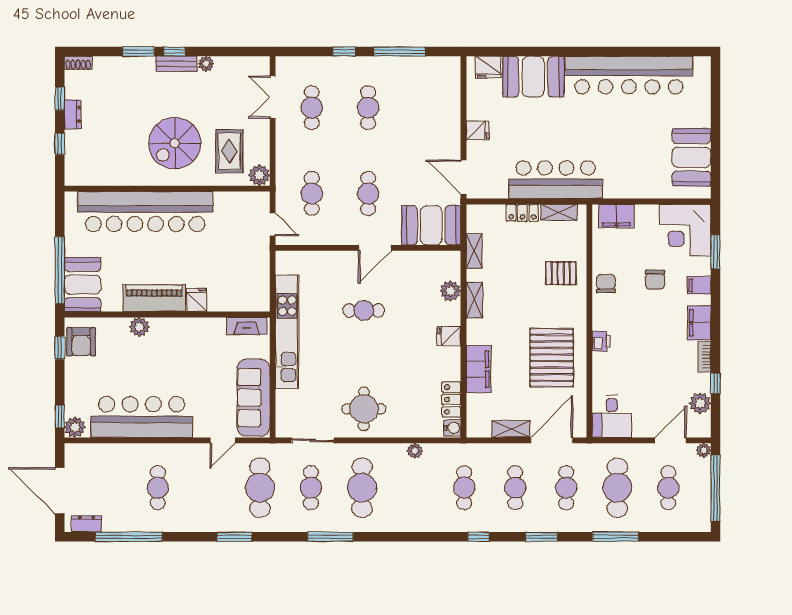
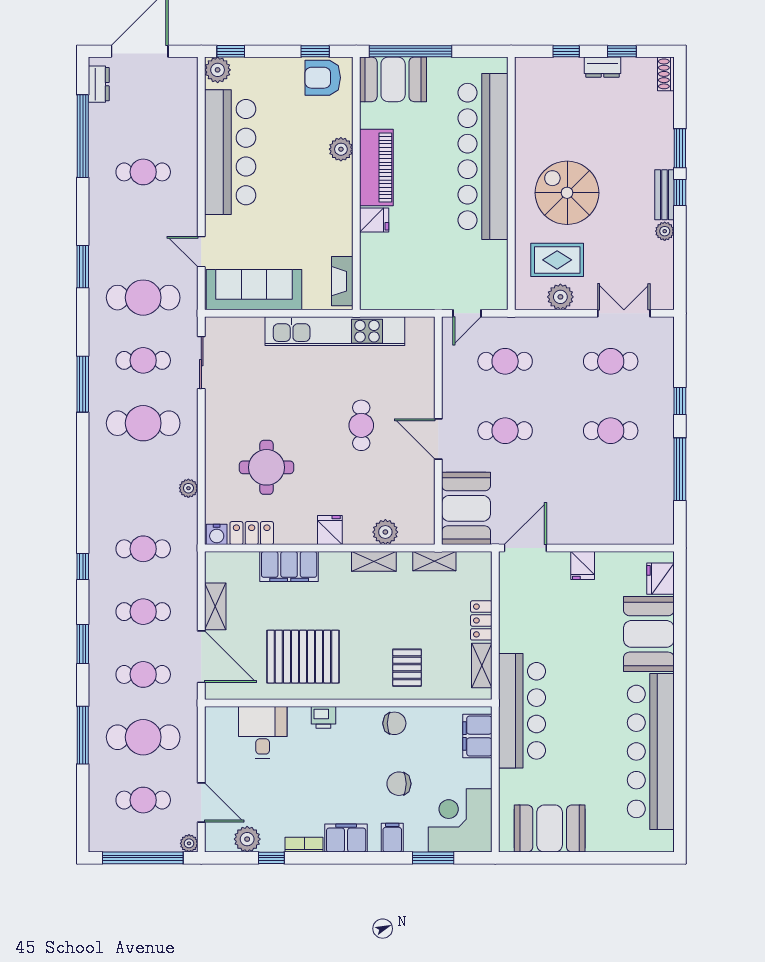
plant: (259, 175) -> (560, 297), moved
bar counter: (556, 180) -> (522, 711), moved
round table: (364, 409) -> (267, 467), moved
desk: (612, 417) -> (263, 732), moved, turned 90

